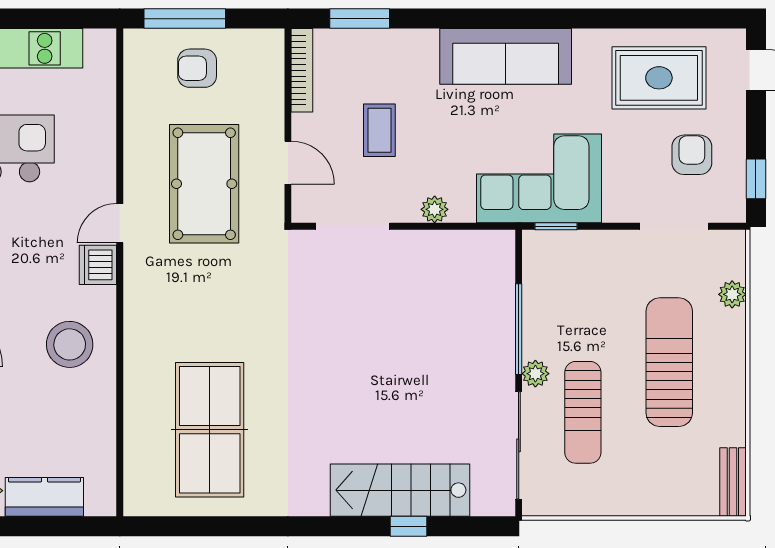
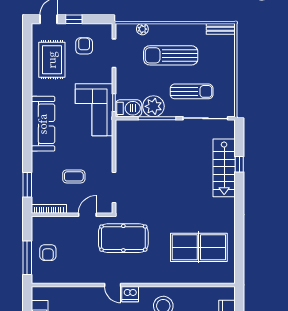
armchair: (692, 155) -> (84, 46), turned 90
window: (756, 179) -> (74, 19), moved
pool table: (204, 184) -> (123, 238), moved
plant: (435, 209) -> (107, 153), removed
barbecue: (543, 261) -> (129, 108), added
plant: (535, 374) -> (153, 106), moved, width x1.88, depth x1.88

